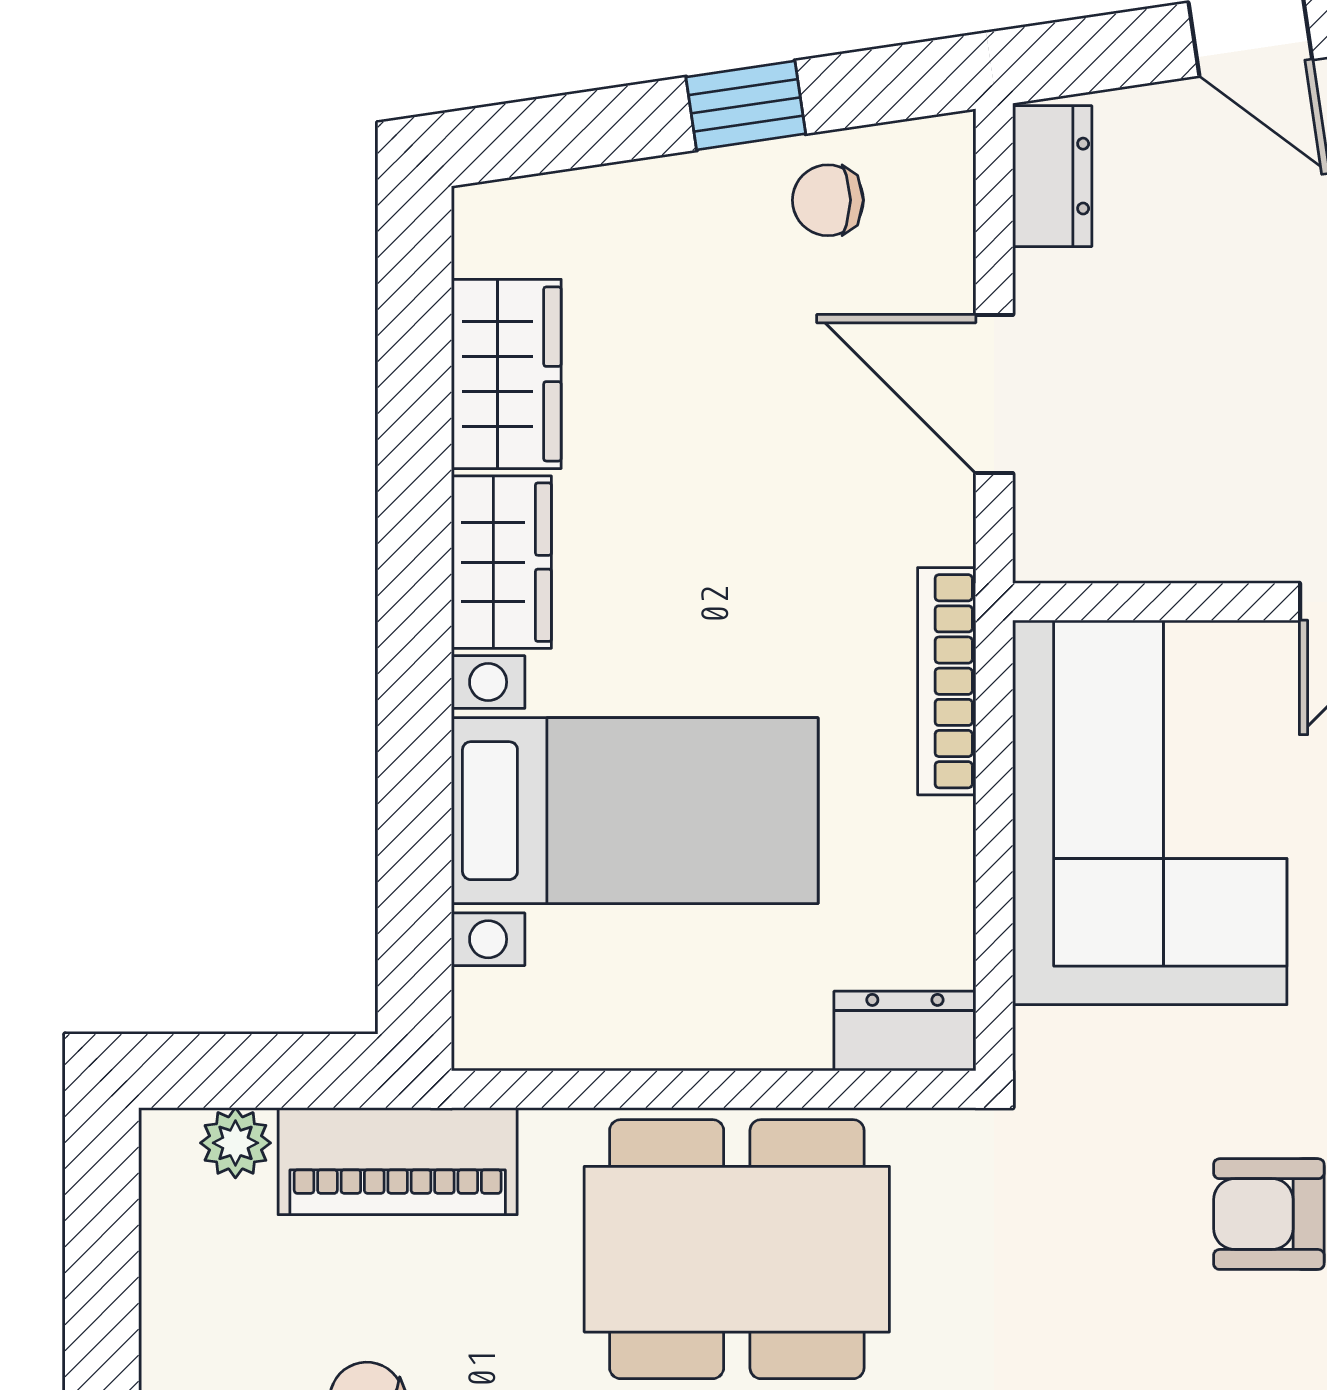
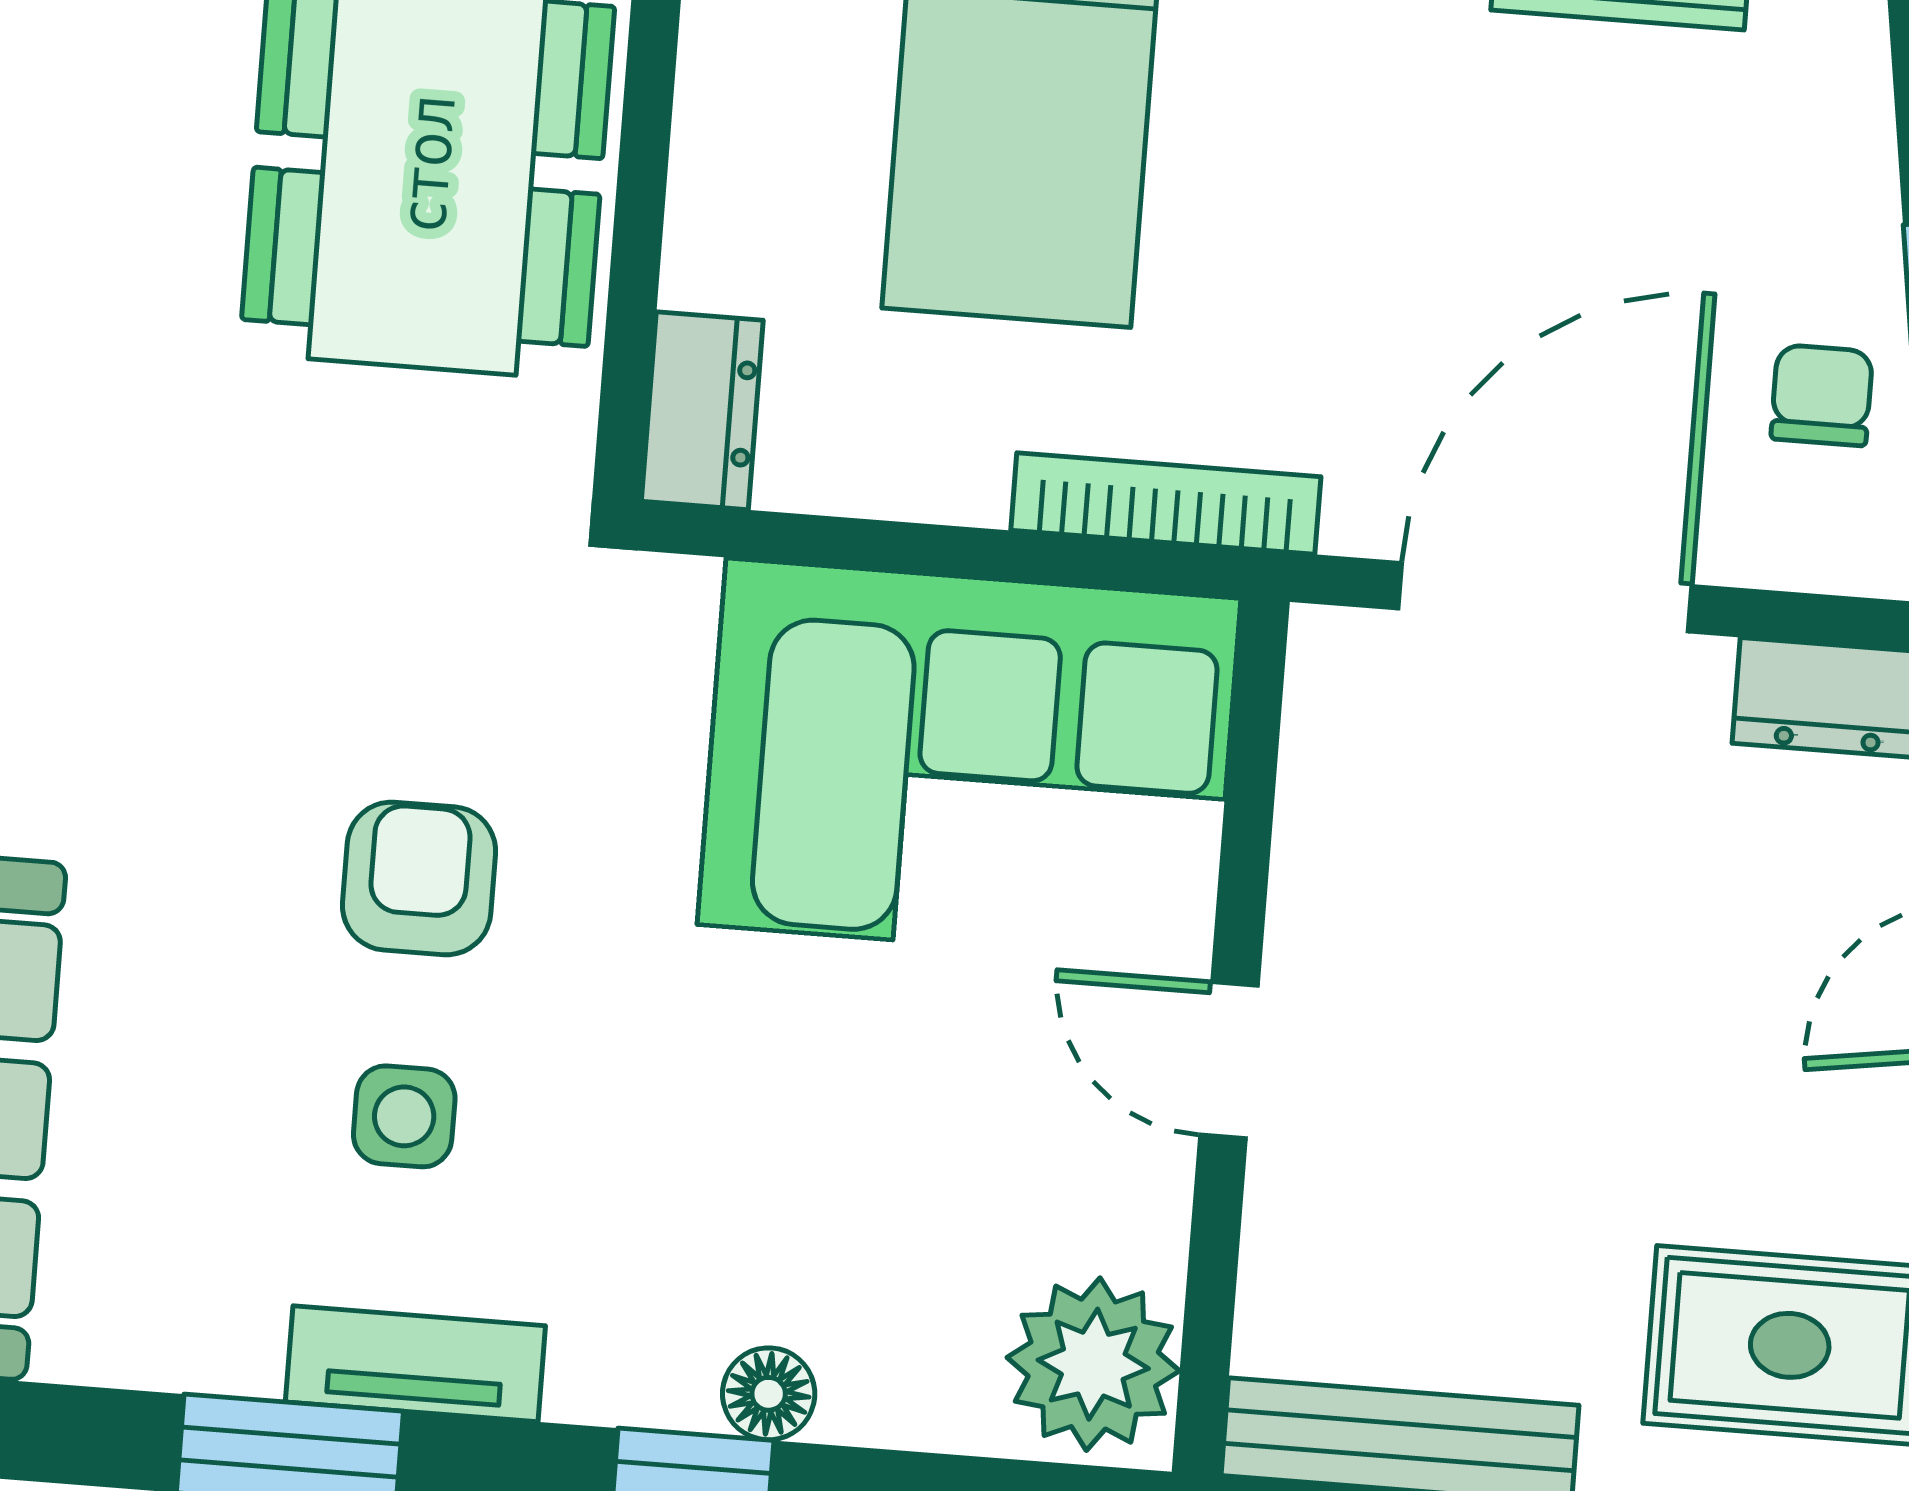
door: (994, 394) -> (1545, 597), width x1.36

